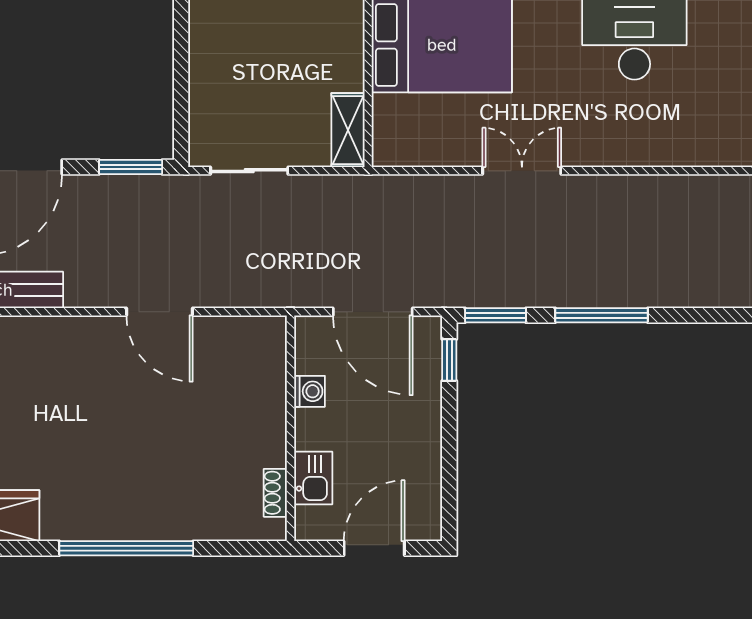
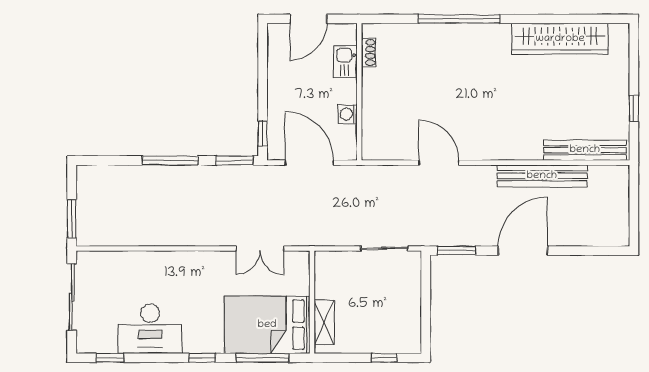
shelving: (348, 130) -> (324, 322), moved
double door: (522, 171) -> (260, 248), moved

